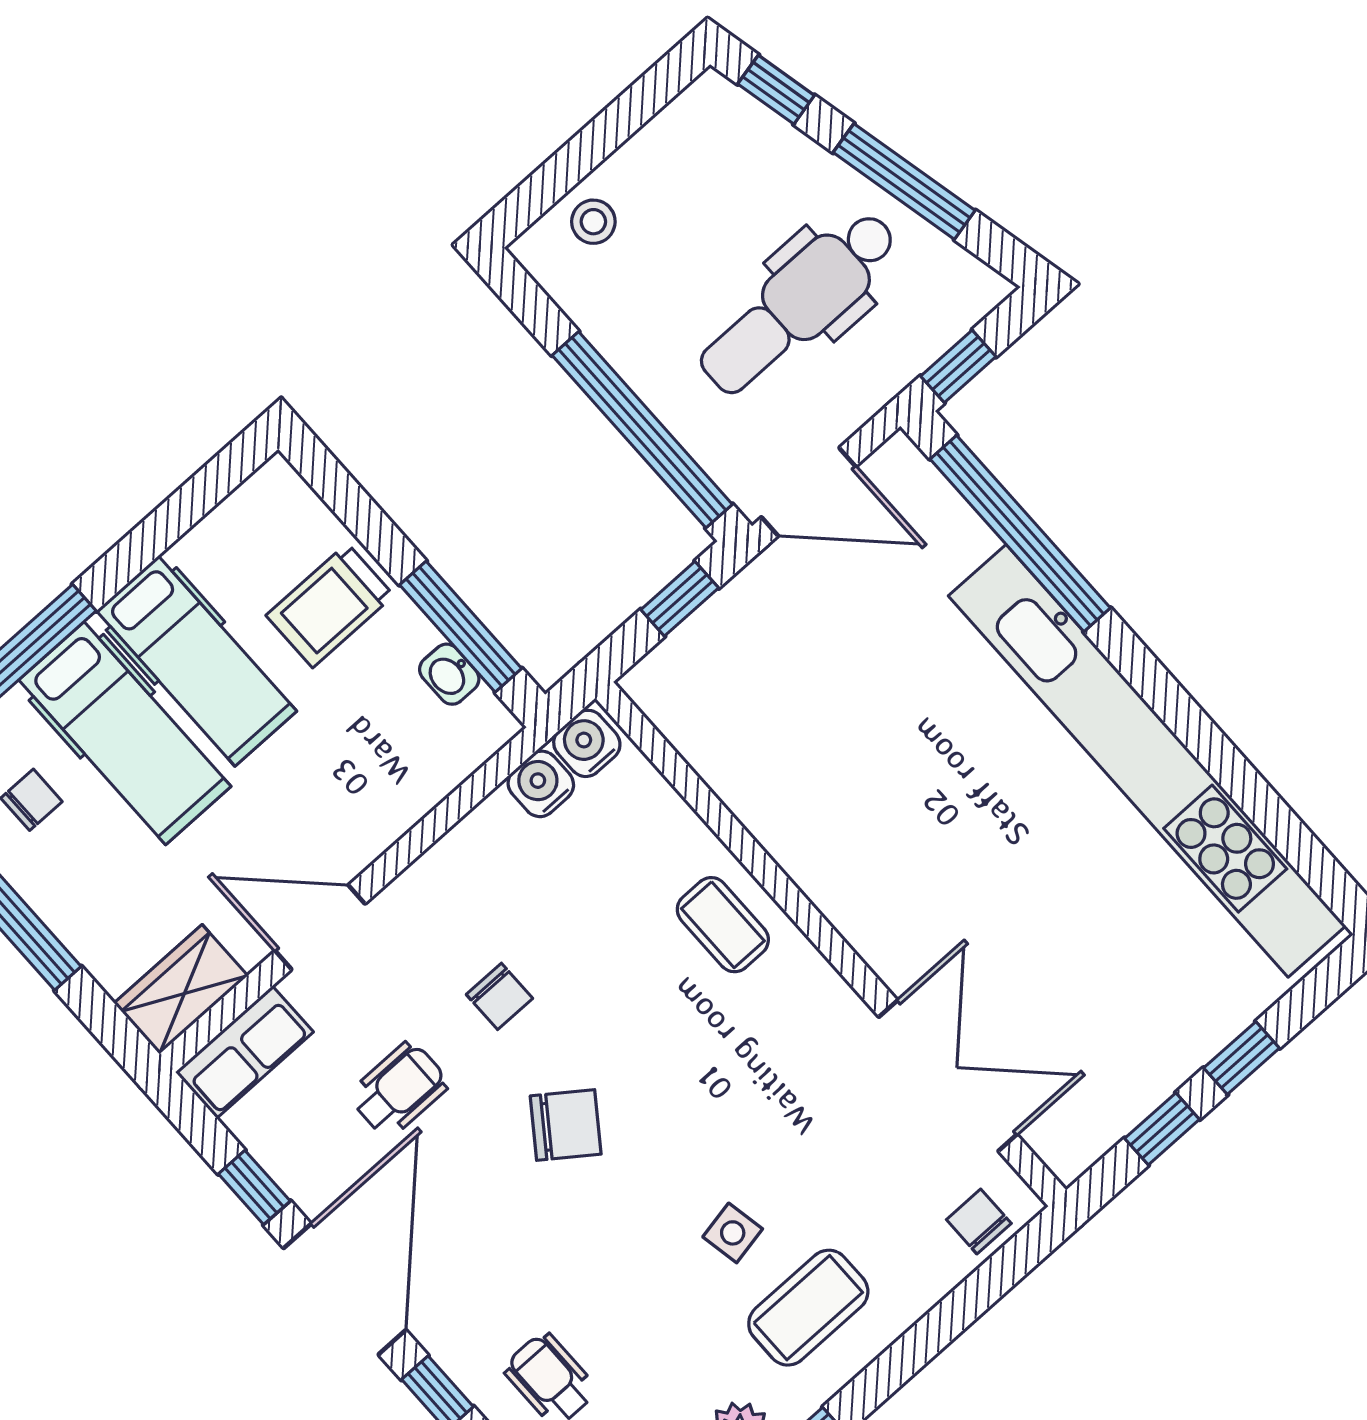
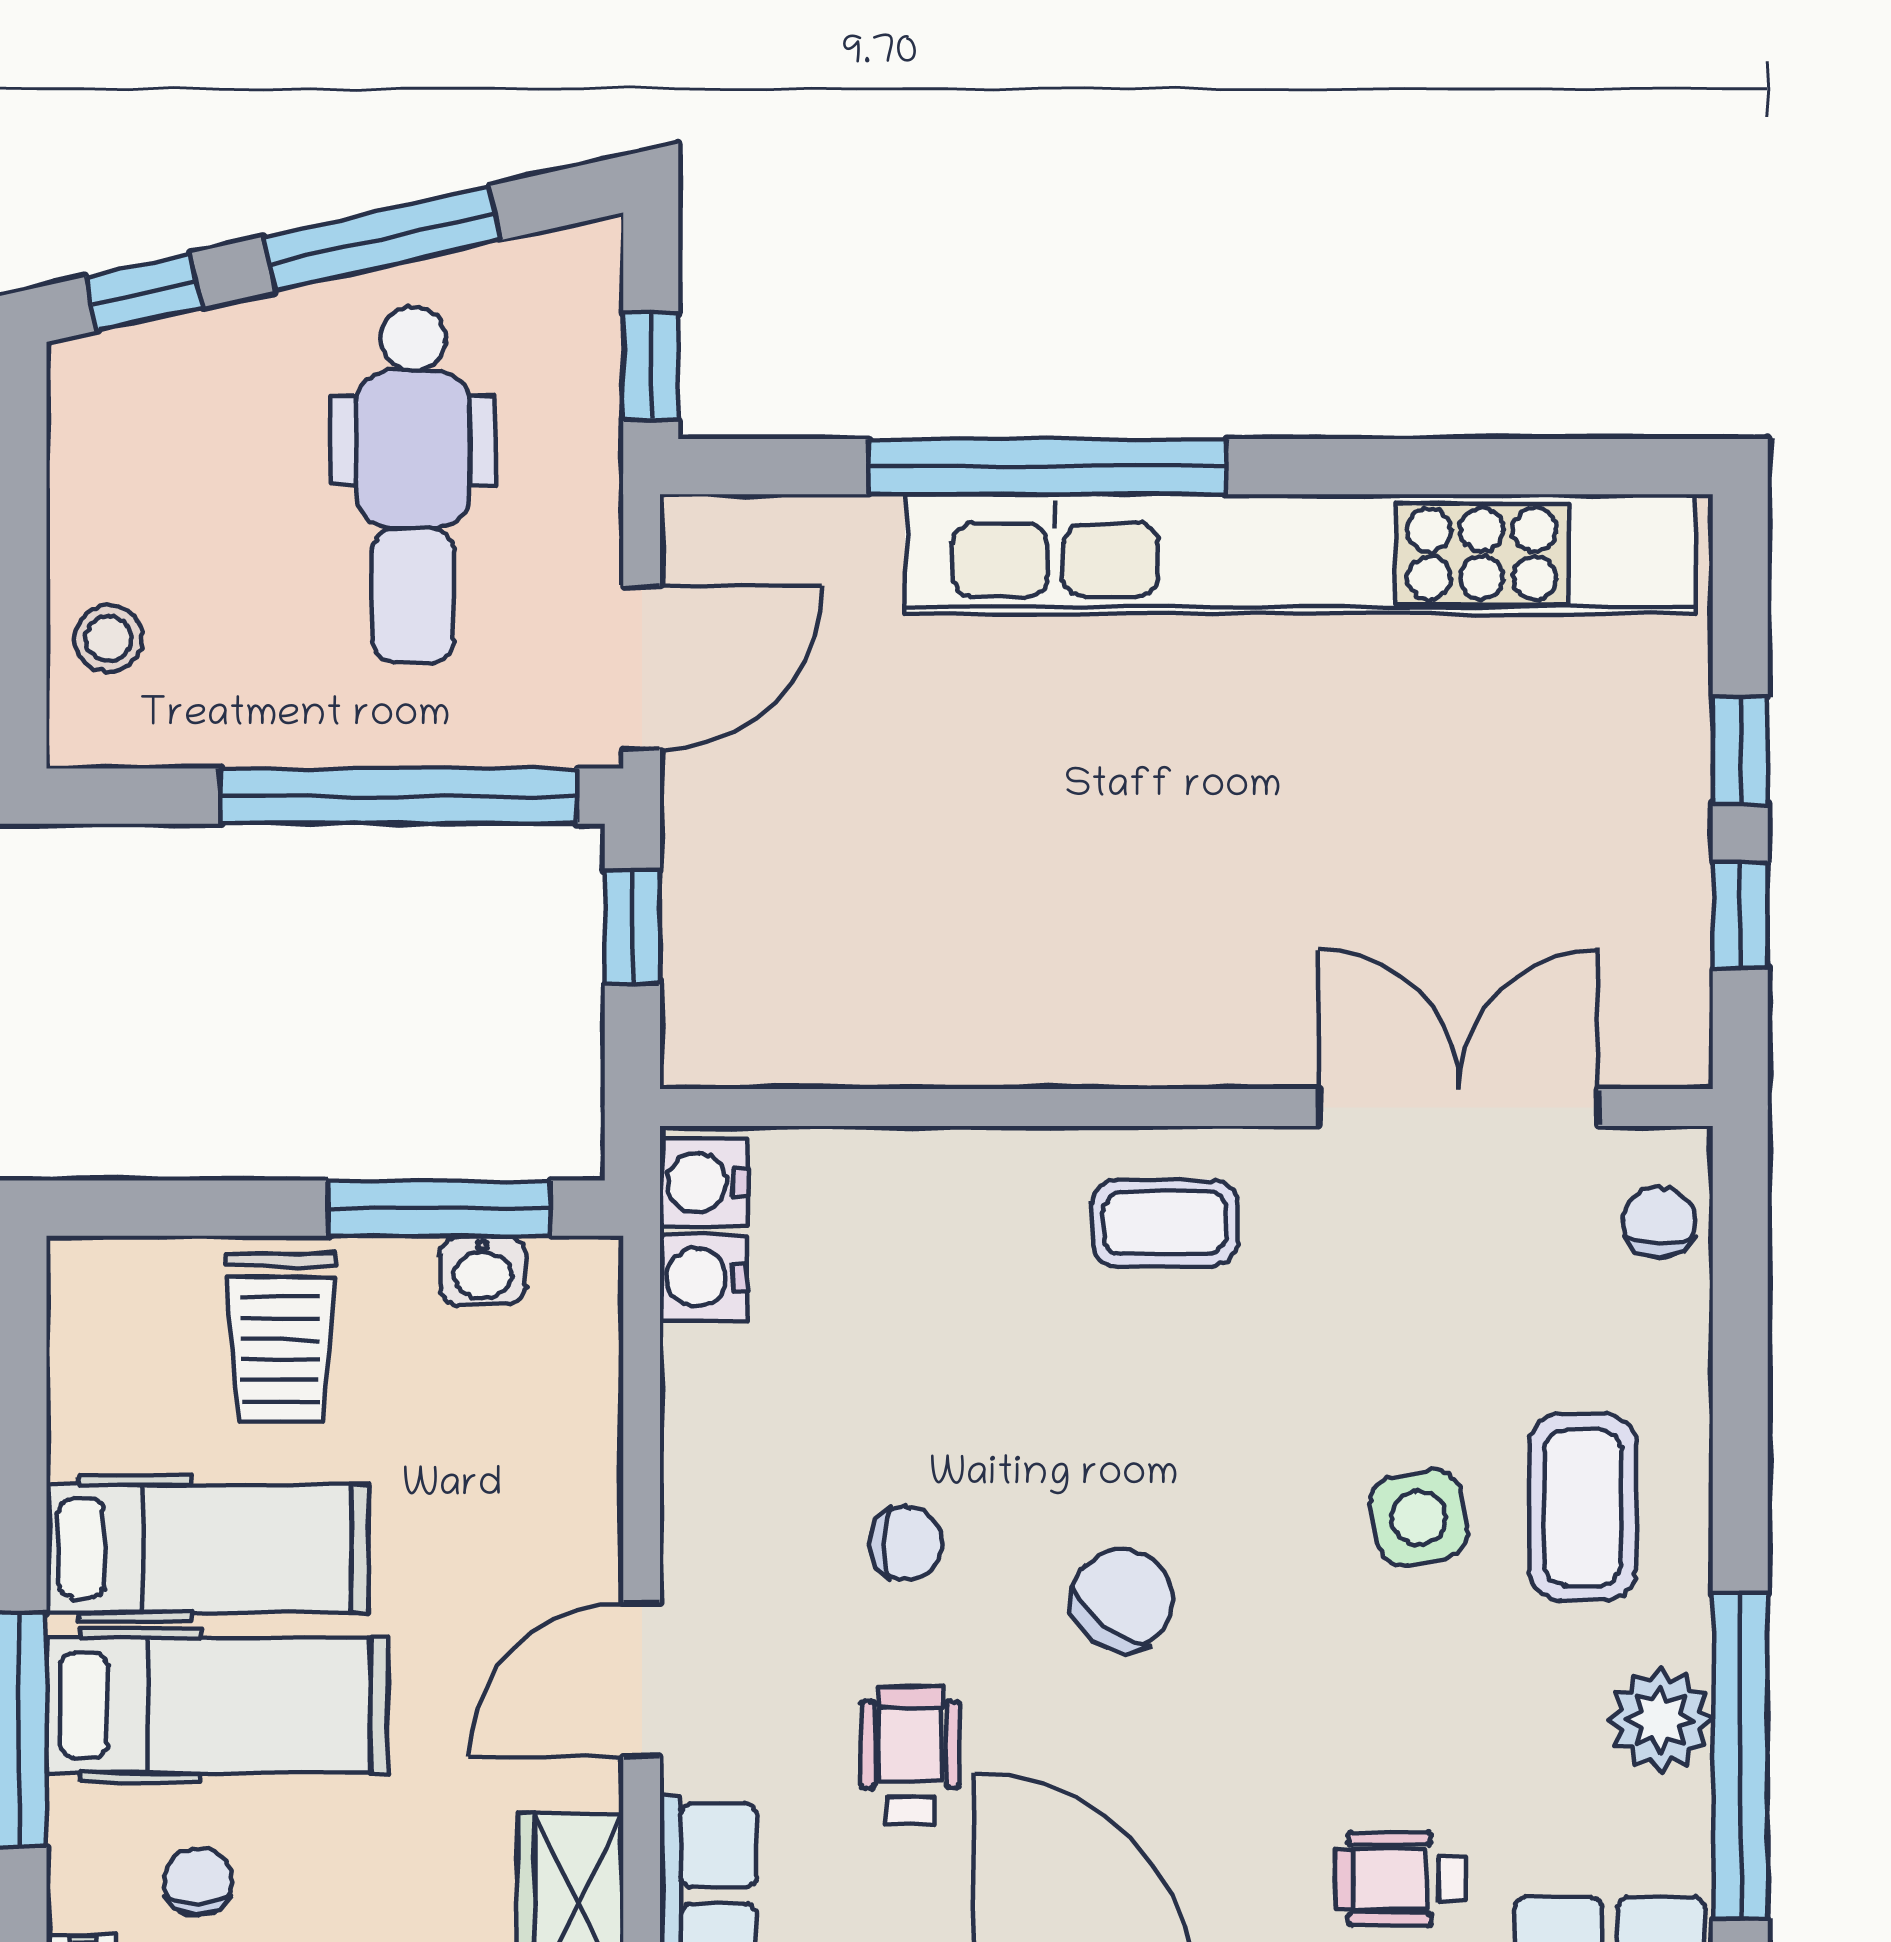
window: (1020, 534) -> (1047, 467), moved
coffee table: (723, 925) -> (1165, 1223), moved
chair: (979, 1221) -> (1659, 1222), turned 90
side table: (733, 1233) -> (1419, 1518), width x1.37, depth x1.37

